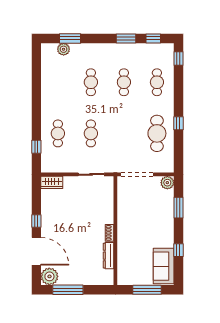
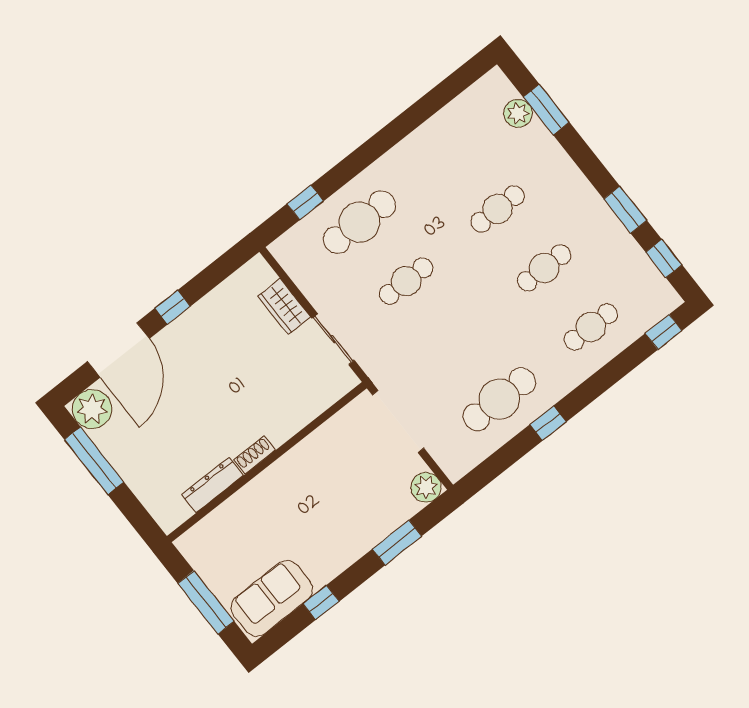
cafe table: (58, 133) -> (359, 222), width x1.37, depth x1.35
wardrobe: (52, 182) -> (284, 307), moved

